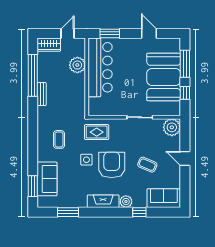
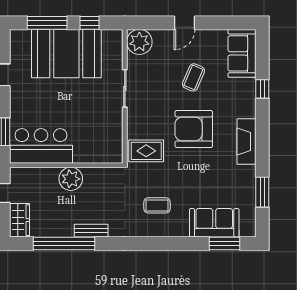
plant: (77, 65) -> (71, 179), moved
bar counter: (100, 67) -> (41, 146), width x0.73
rug: (97, 132) -> (146, 151), turned 90
side table: (86, 160) -> (186, 166), removed
plant: (126, 202) -> (247, 108), removed

